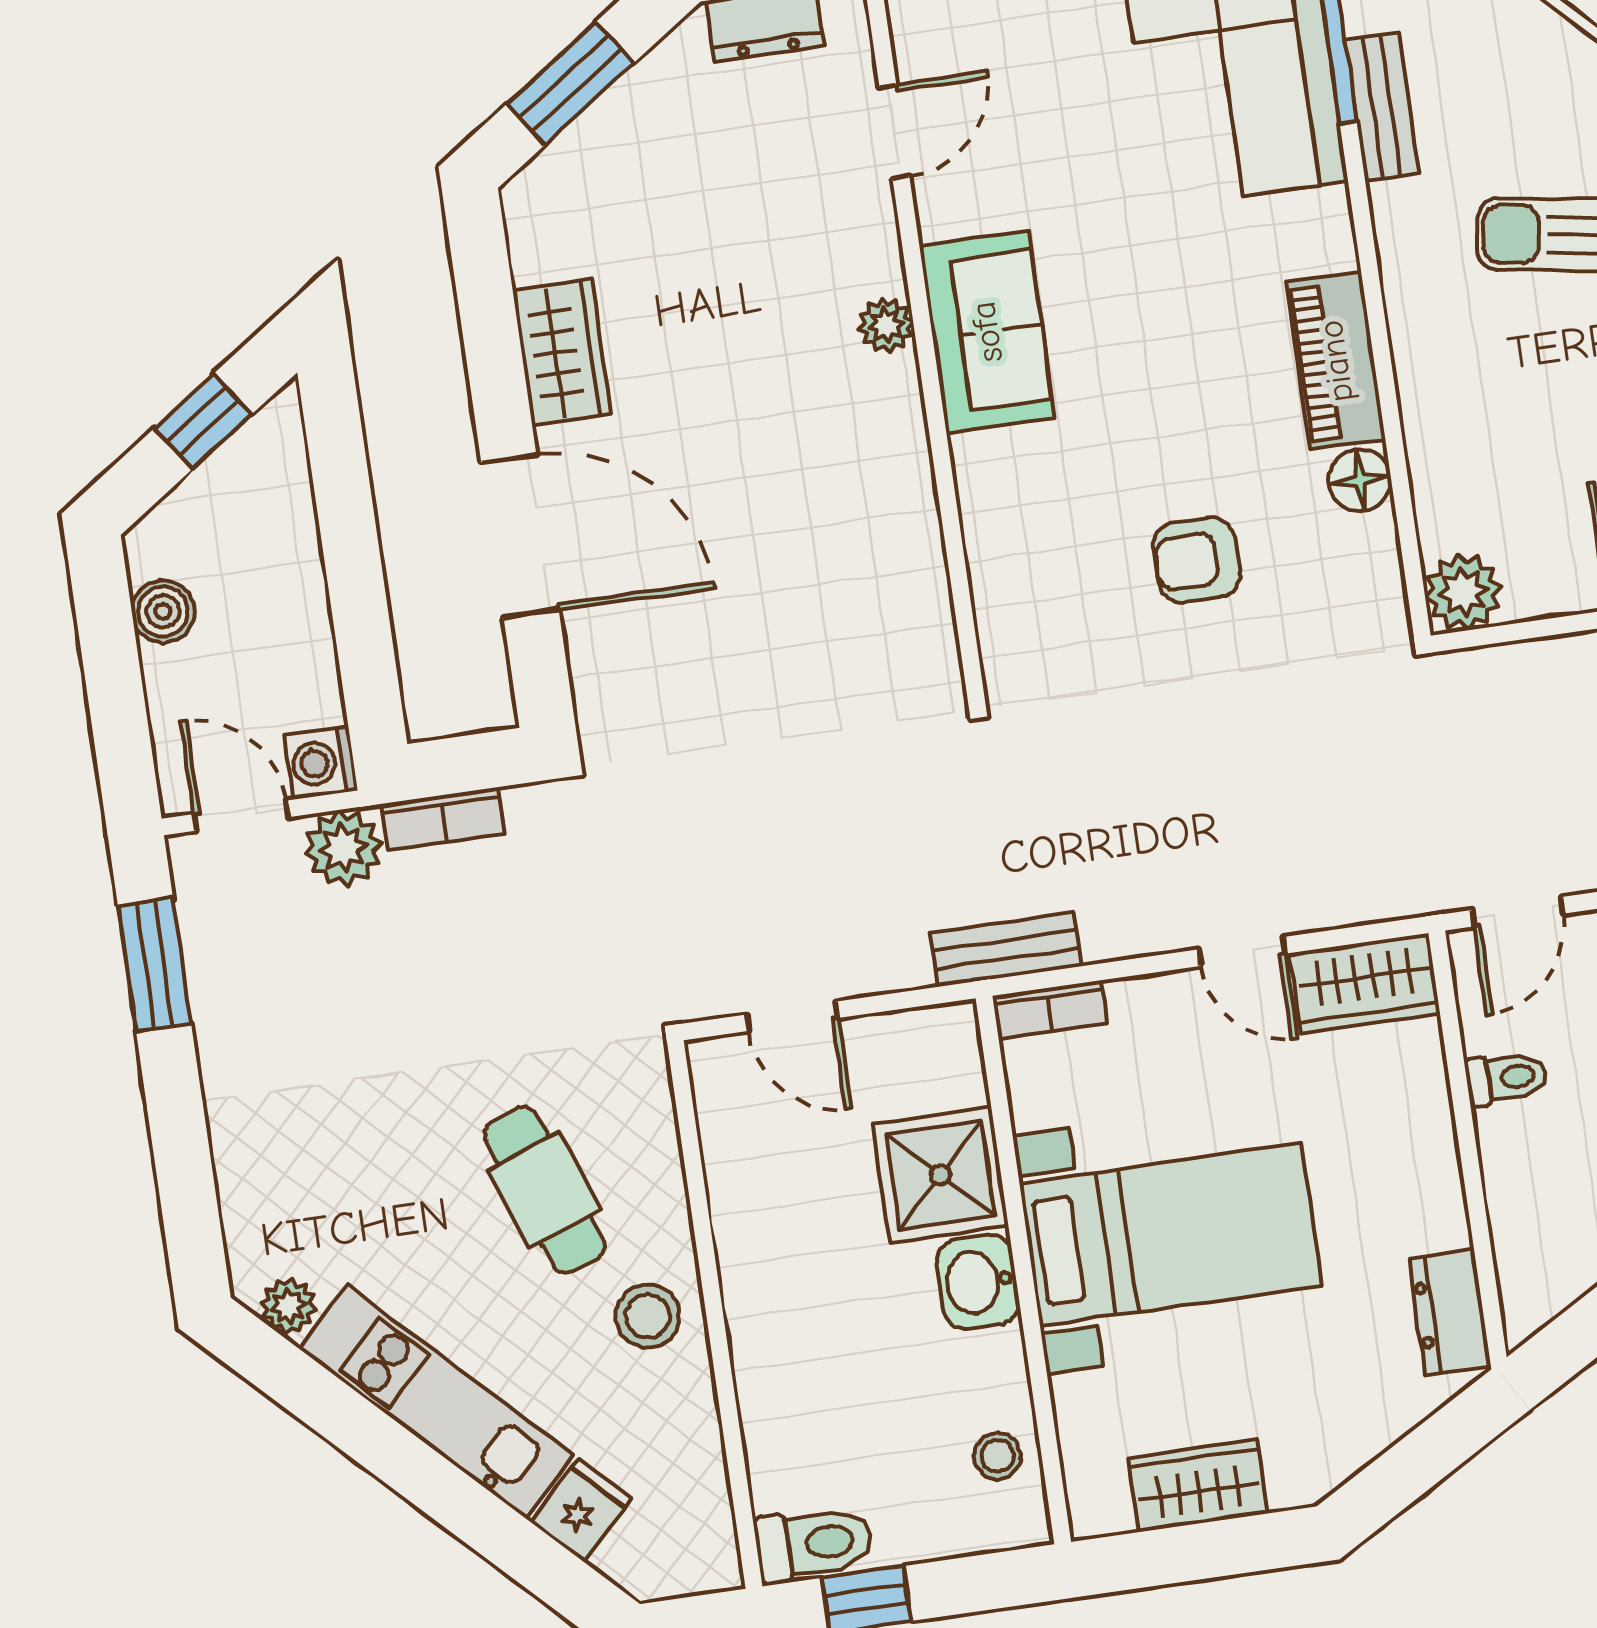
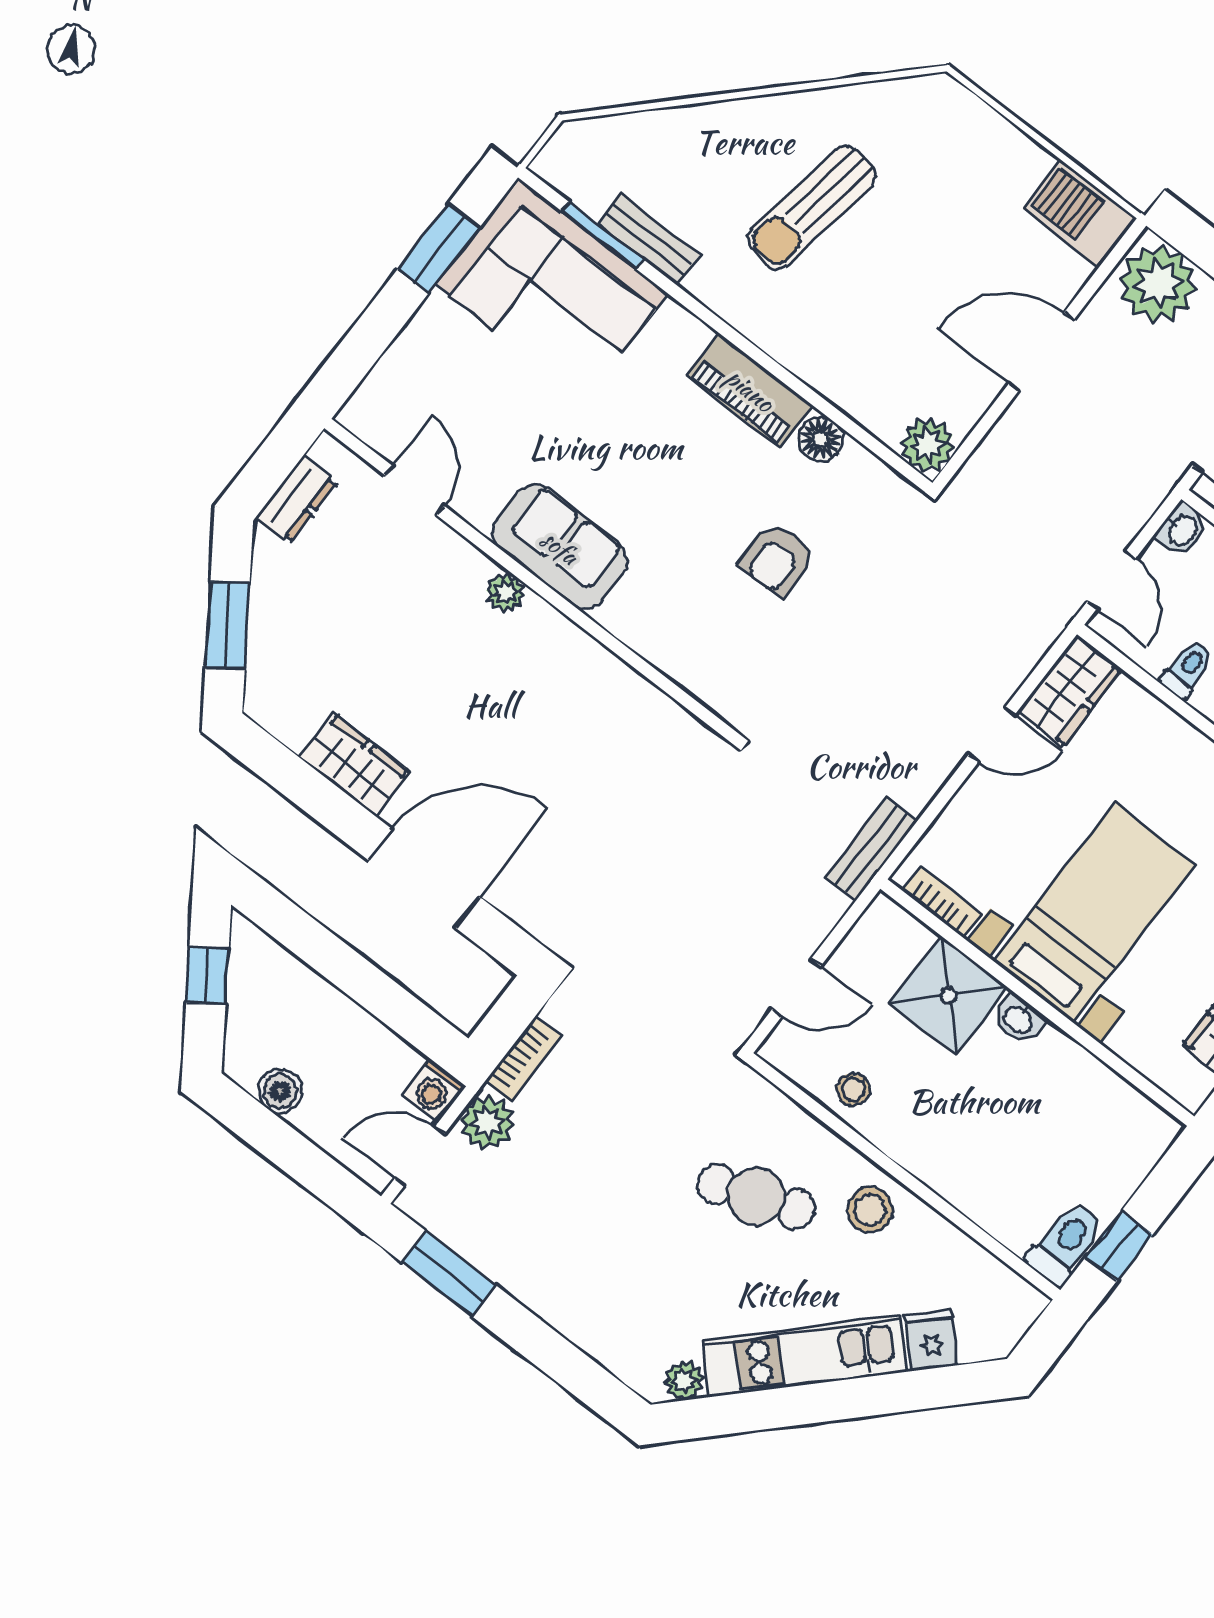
bookcase: (1049, 1010) -> (942, 902), moved, turned -90
washbasin: (978, 1282) -> (1018, 1019), width x0.72, depth x0.69
stool: (997, 1456) -> (853, 1089), moved

